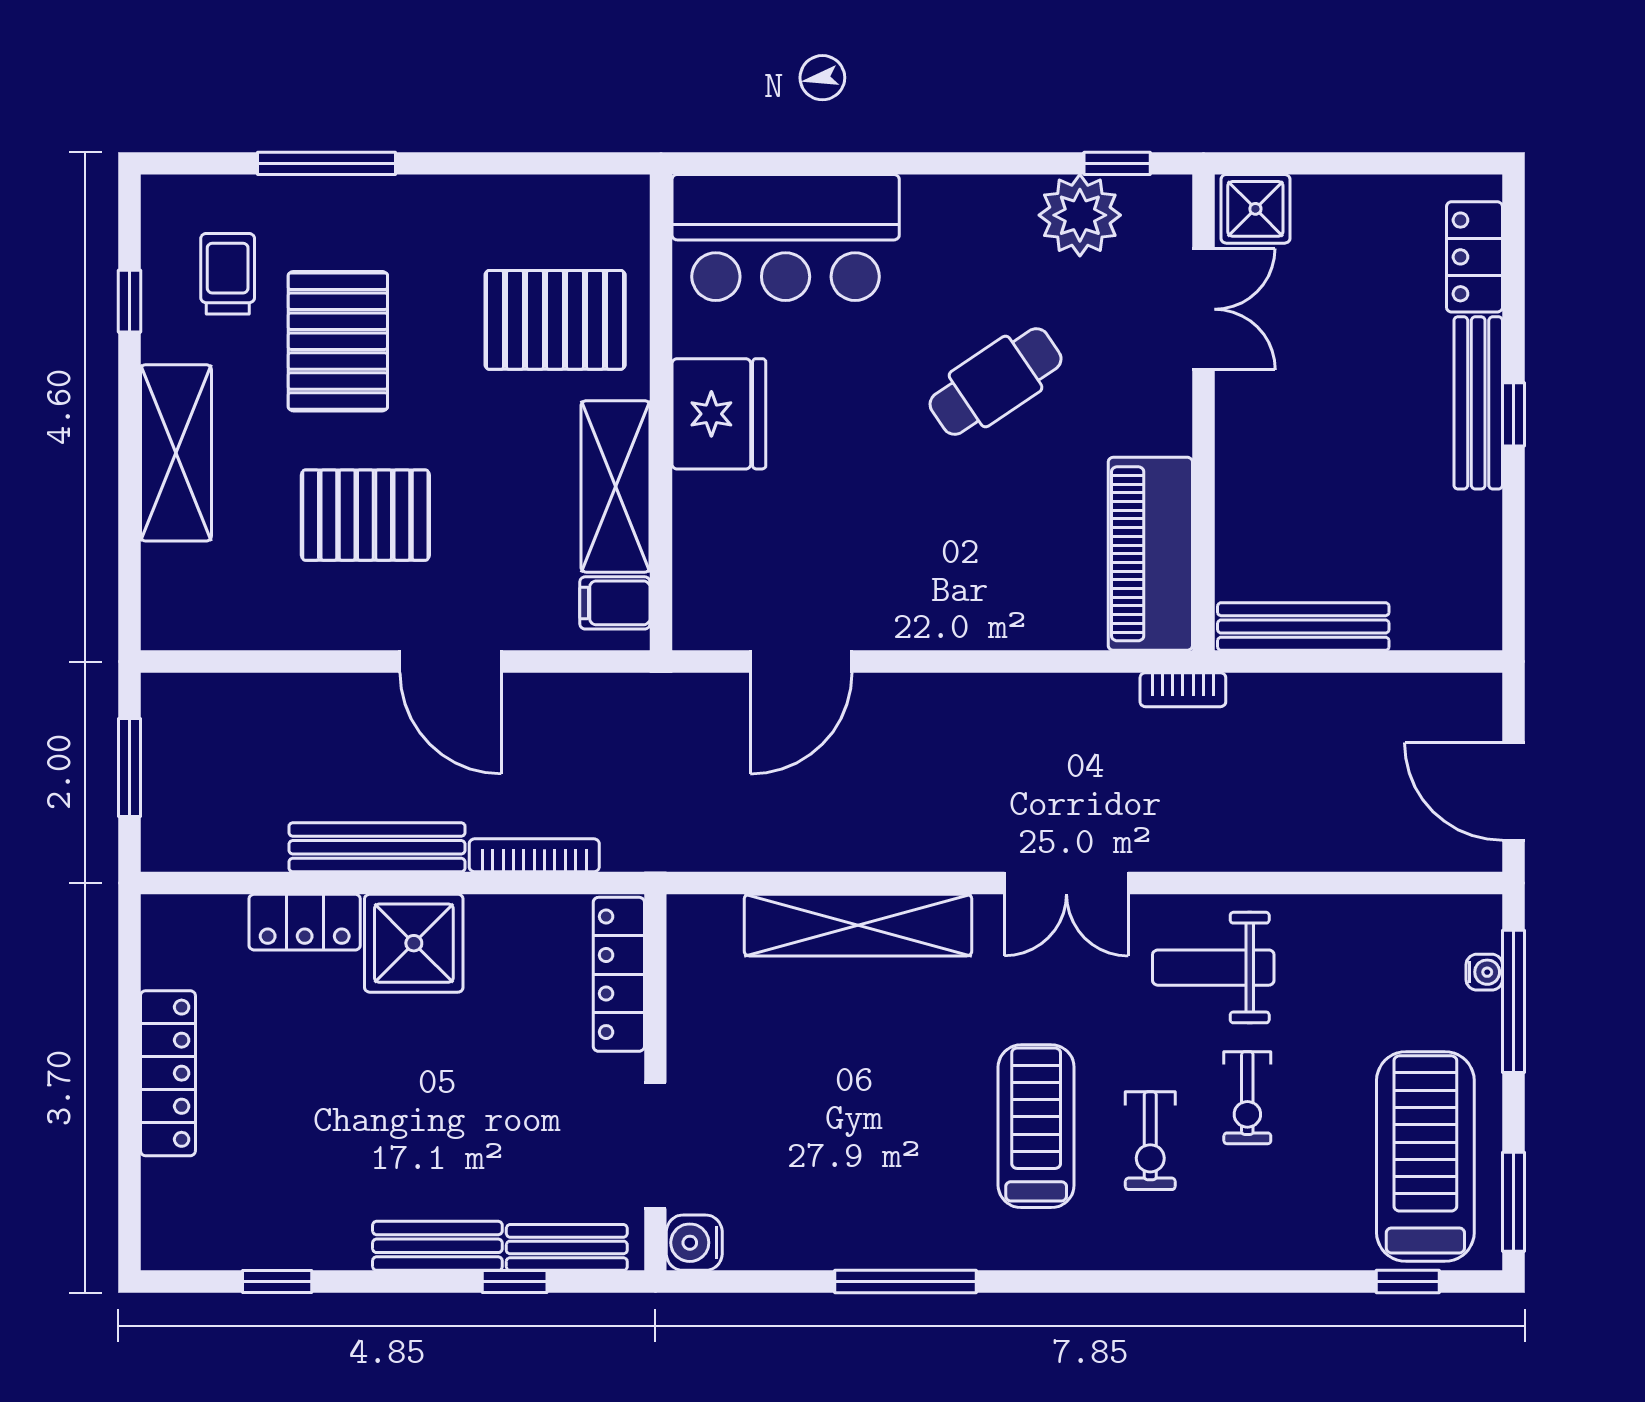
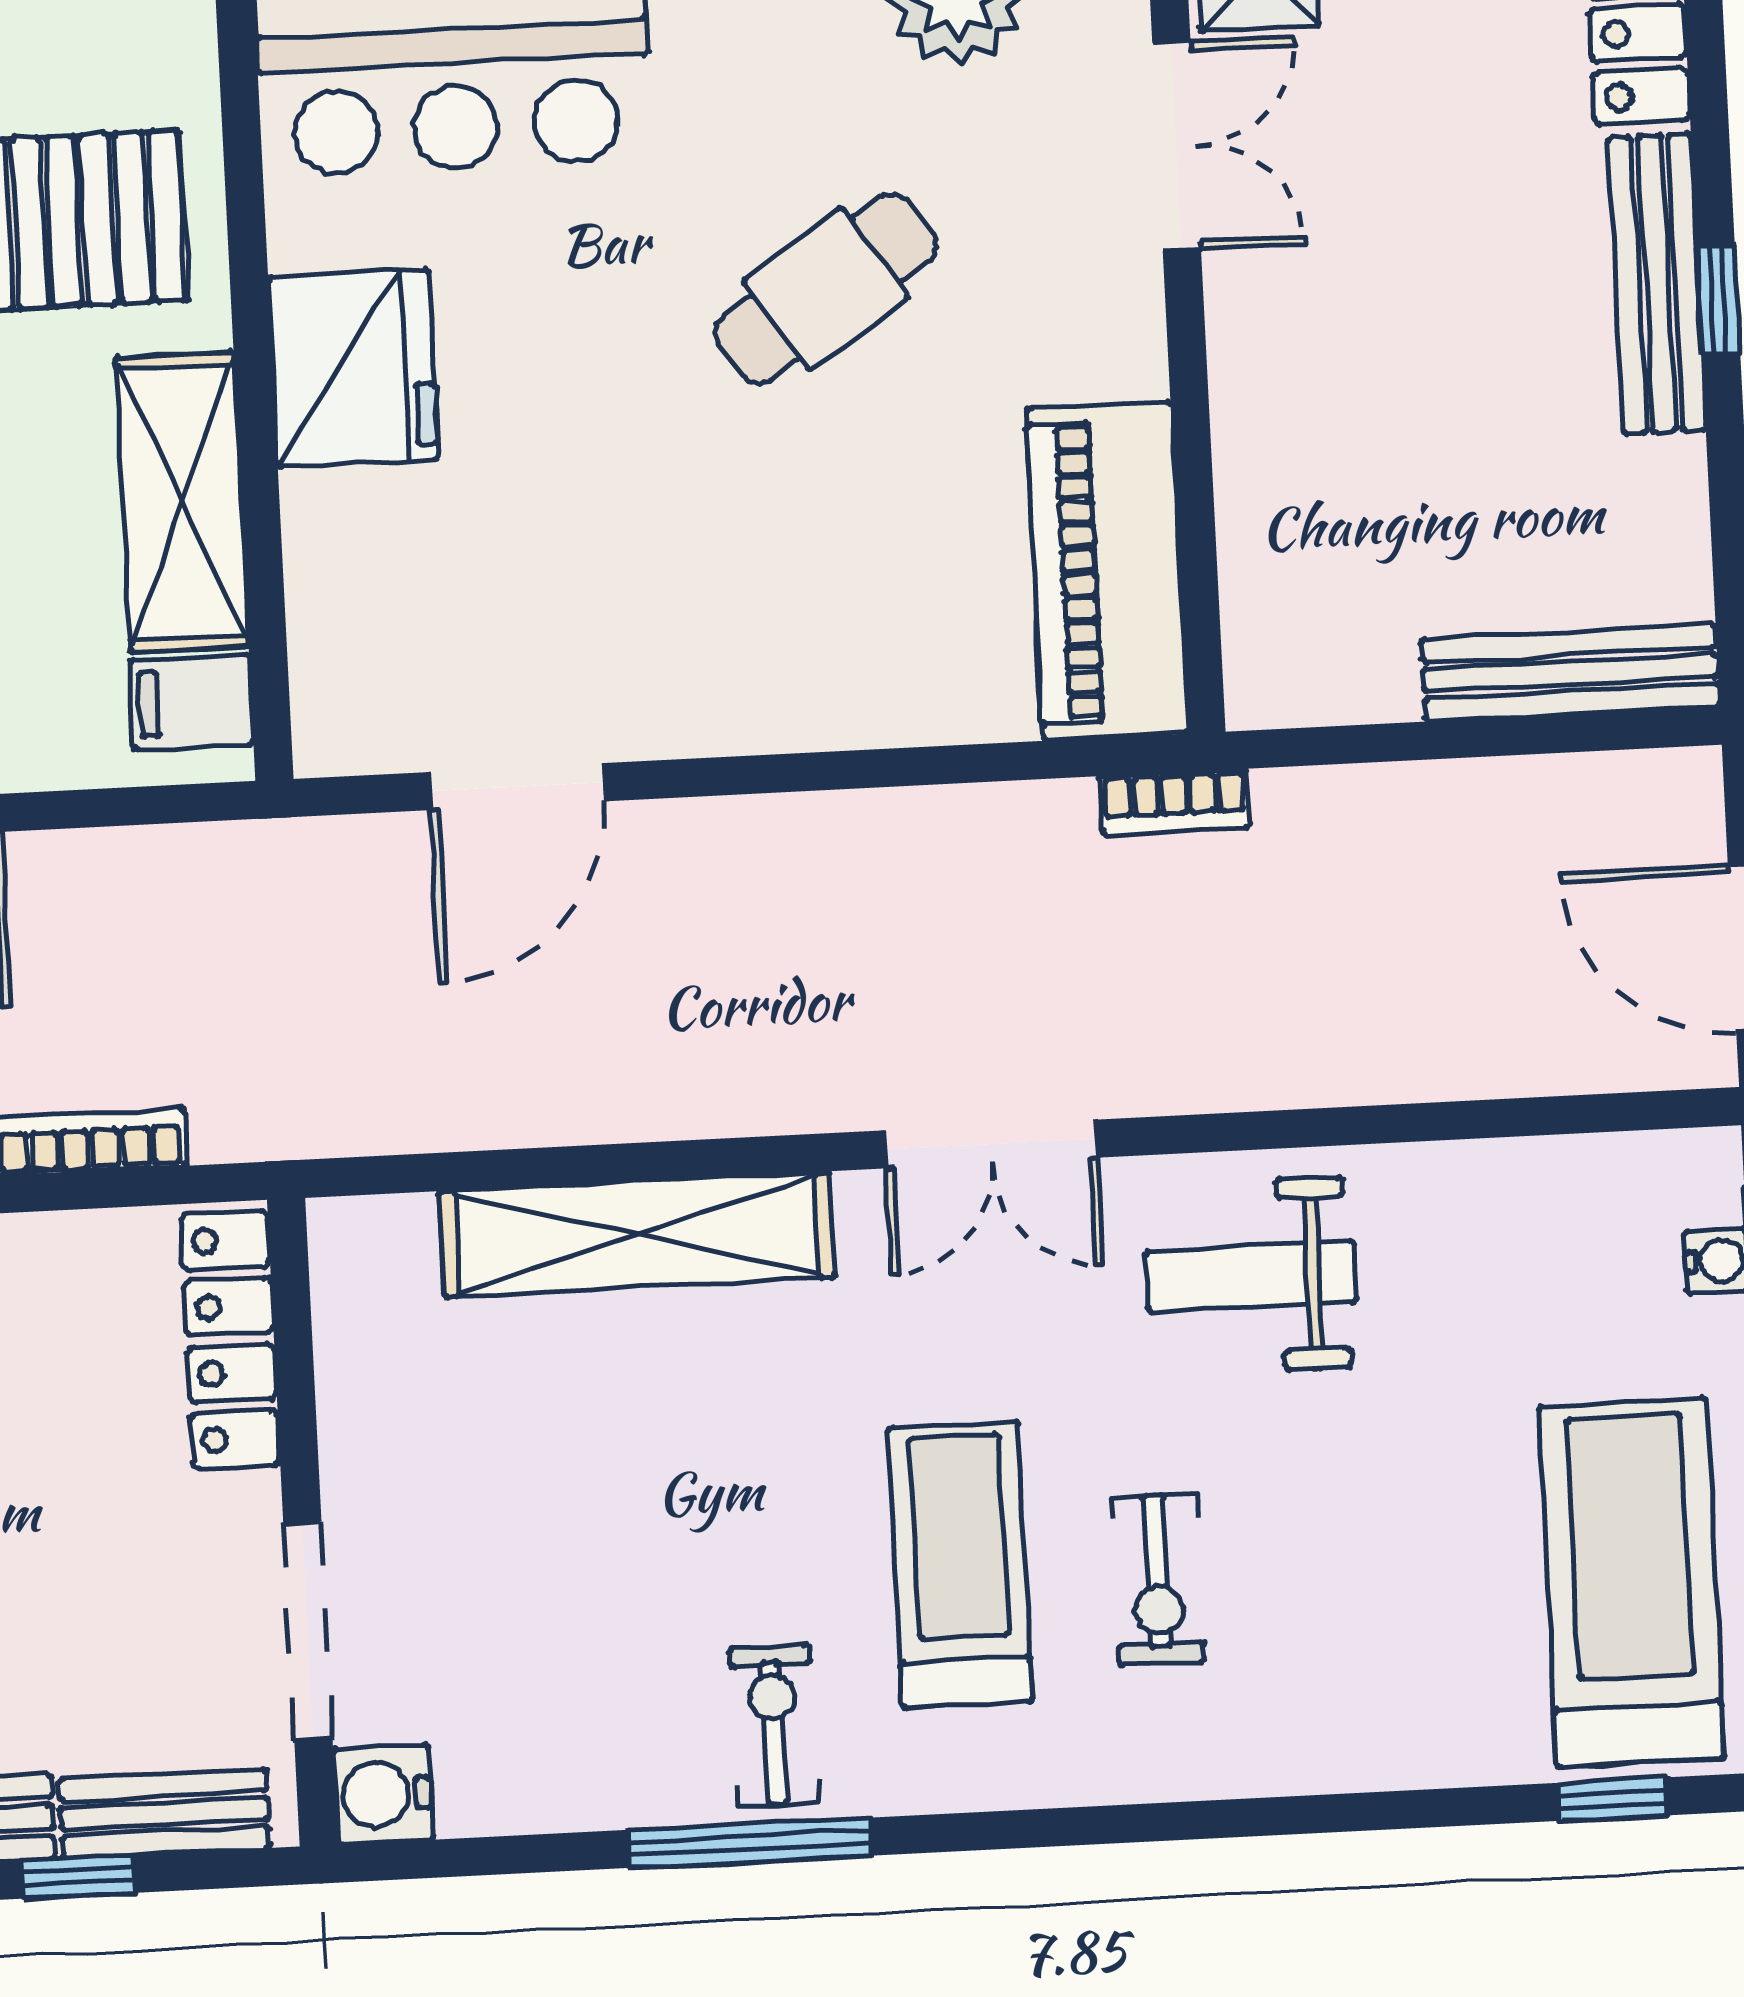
bench: (1303, 626) -> (1571, 673), moved
exercise bike: (1247, 1098) -> (773, 1726), moved, turned 180

